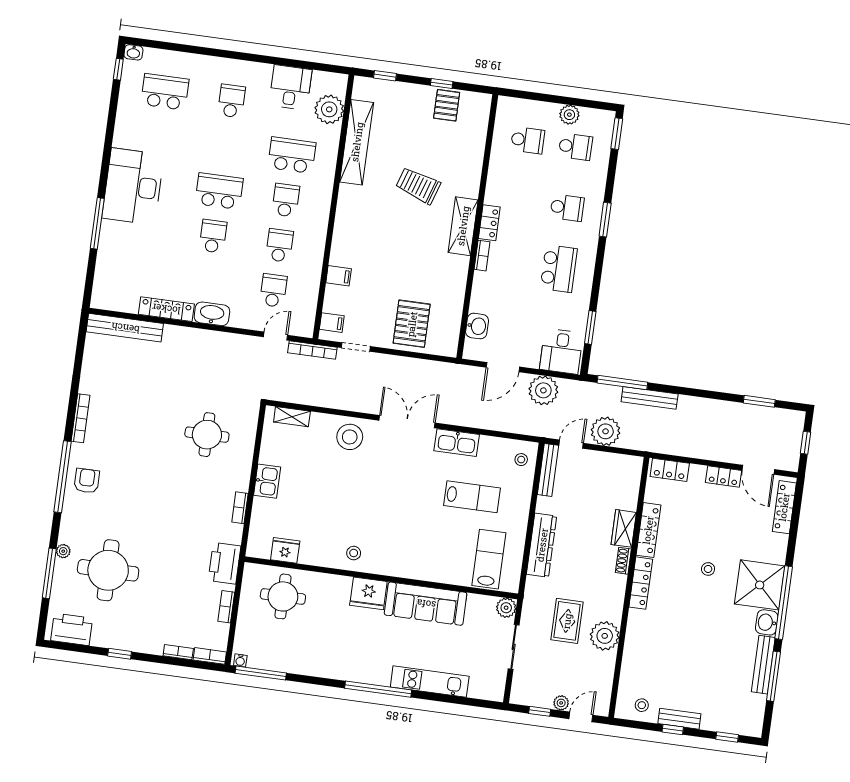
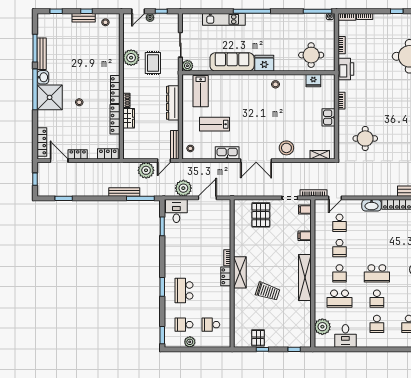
shelving: (357, 142) -> (305, 277), moved
school desk: (567, 208) -> (184, 290), width x1.85
school desk: (213, 236) -> (377, 299), moved
school desk: (559, 269) -> (184, 256), removed
washbasin: (477, 326) -> (225, 219), removed

